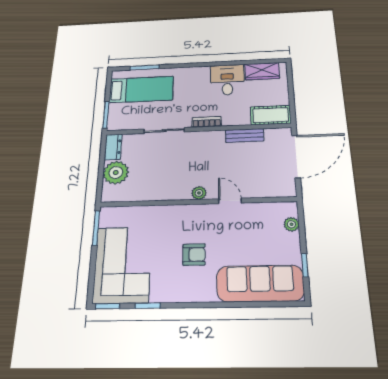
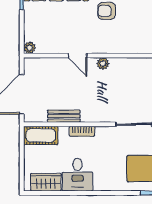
bookcase: (207, 122) -> (82, 131), moved
plant: (291, 224) -> (29, 48), moved

